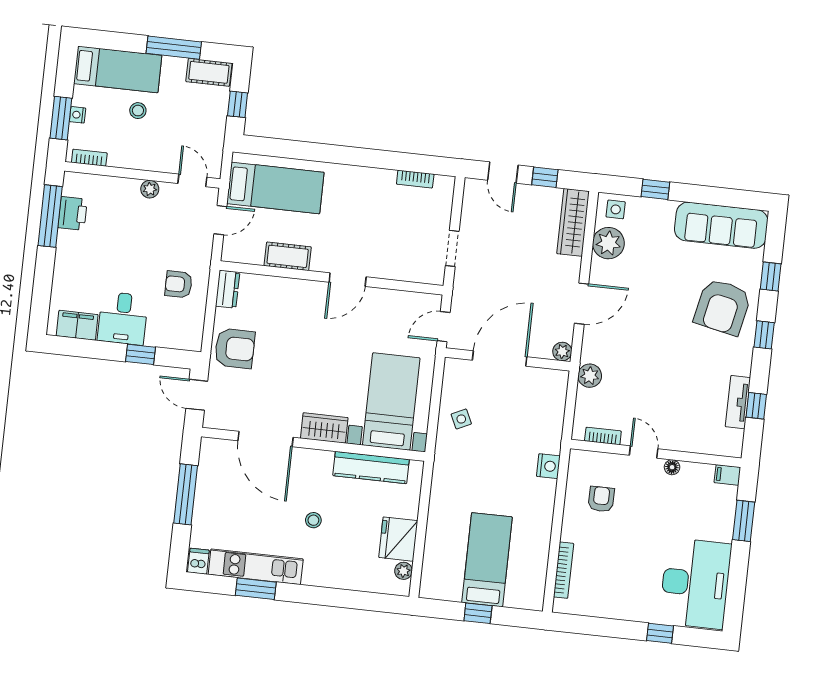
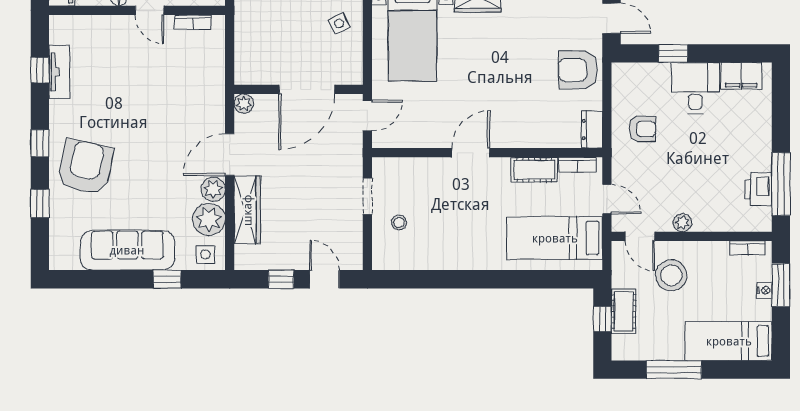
cot: (209, 72) -> (624, 311), moved, turned 90
stool: (138, 111) -> (671, 275), moved, width x1.89, depth x1.89
bookcase: (415, 179) -> (578, 165), moved, turned 180
door: (220, 220) -> (607, 199), swing flipped
stool: (425, 220) -> (399, 222), added
wardrobe: (573, 222) -> (247, 210), moved
sofa: (721, 225) -> (127, 250), moved
plant: (590, 376) -> (213, 189), moved

